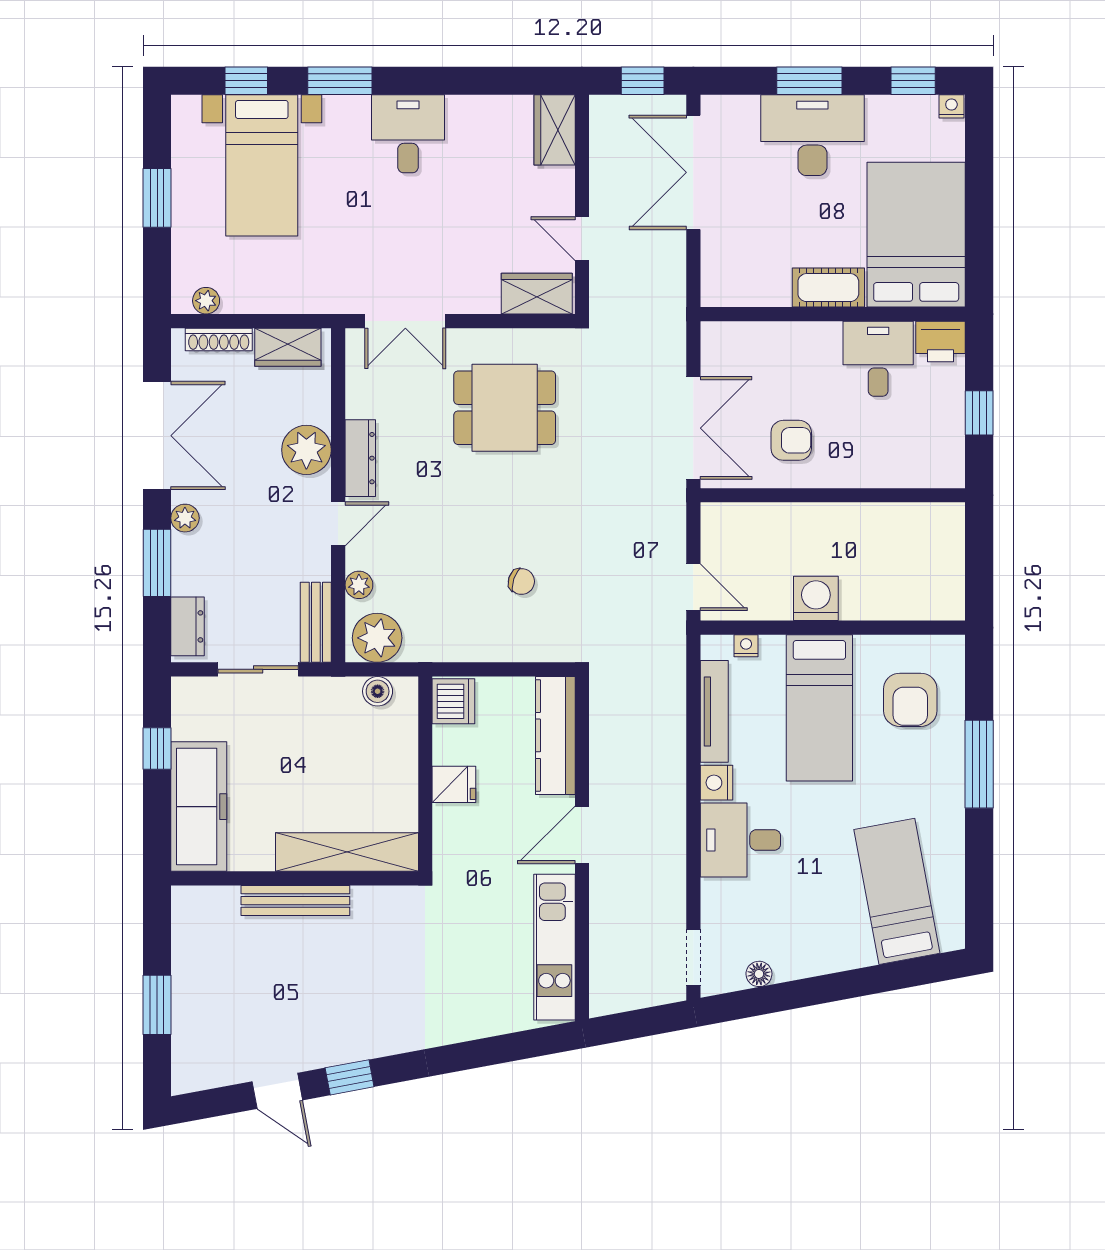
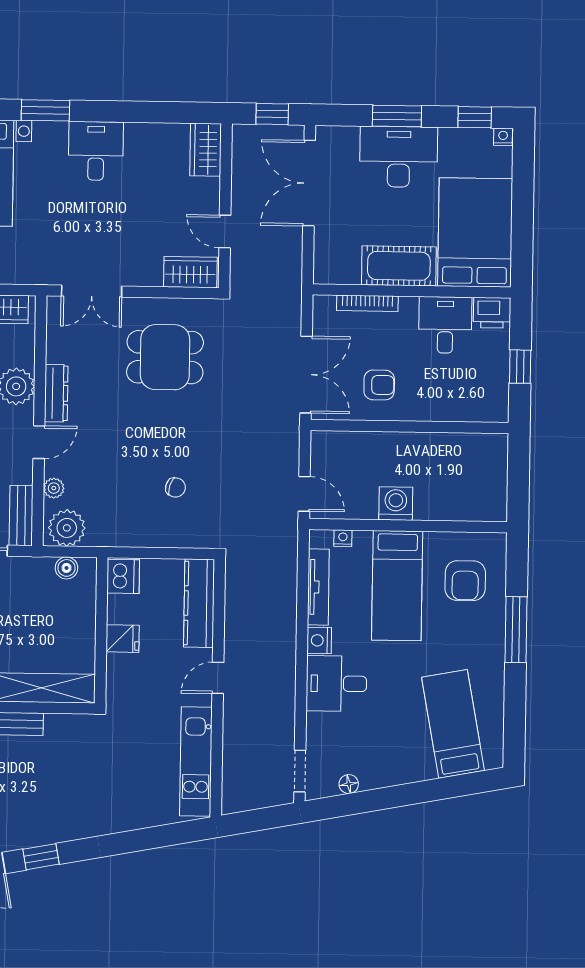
cot: (828, 288) -> (399, 266), width x1.37, depth x1.34
bookcase: (774, 332) -> (367, 303), added
door: (582, 835) -> (218, 678), width x0.73

